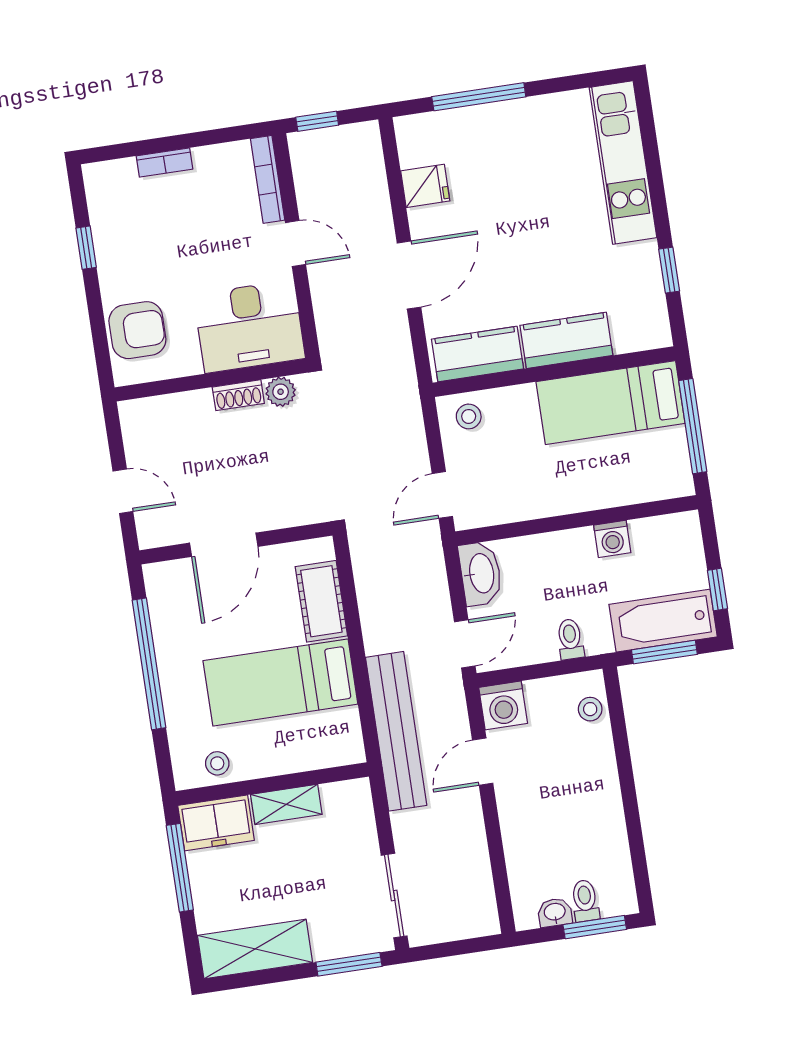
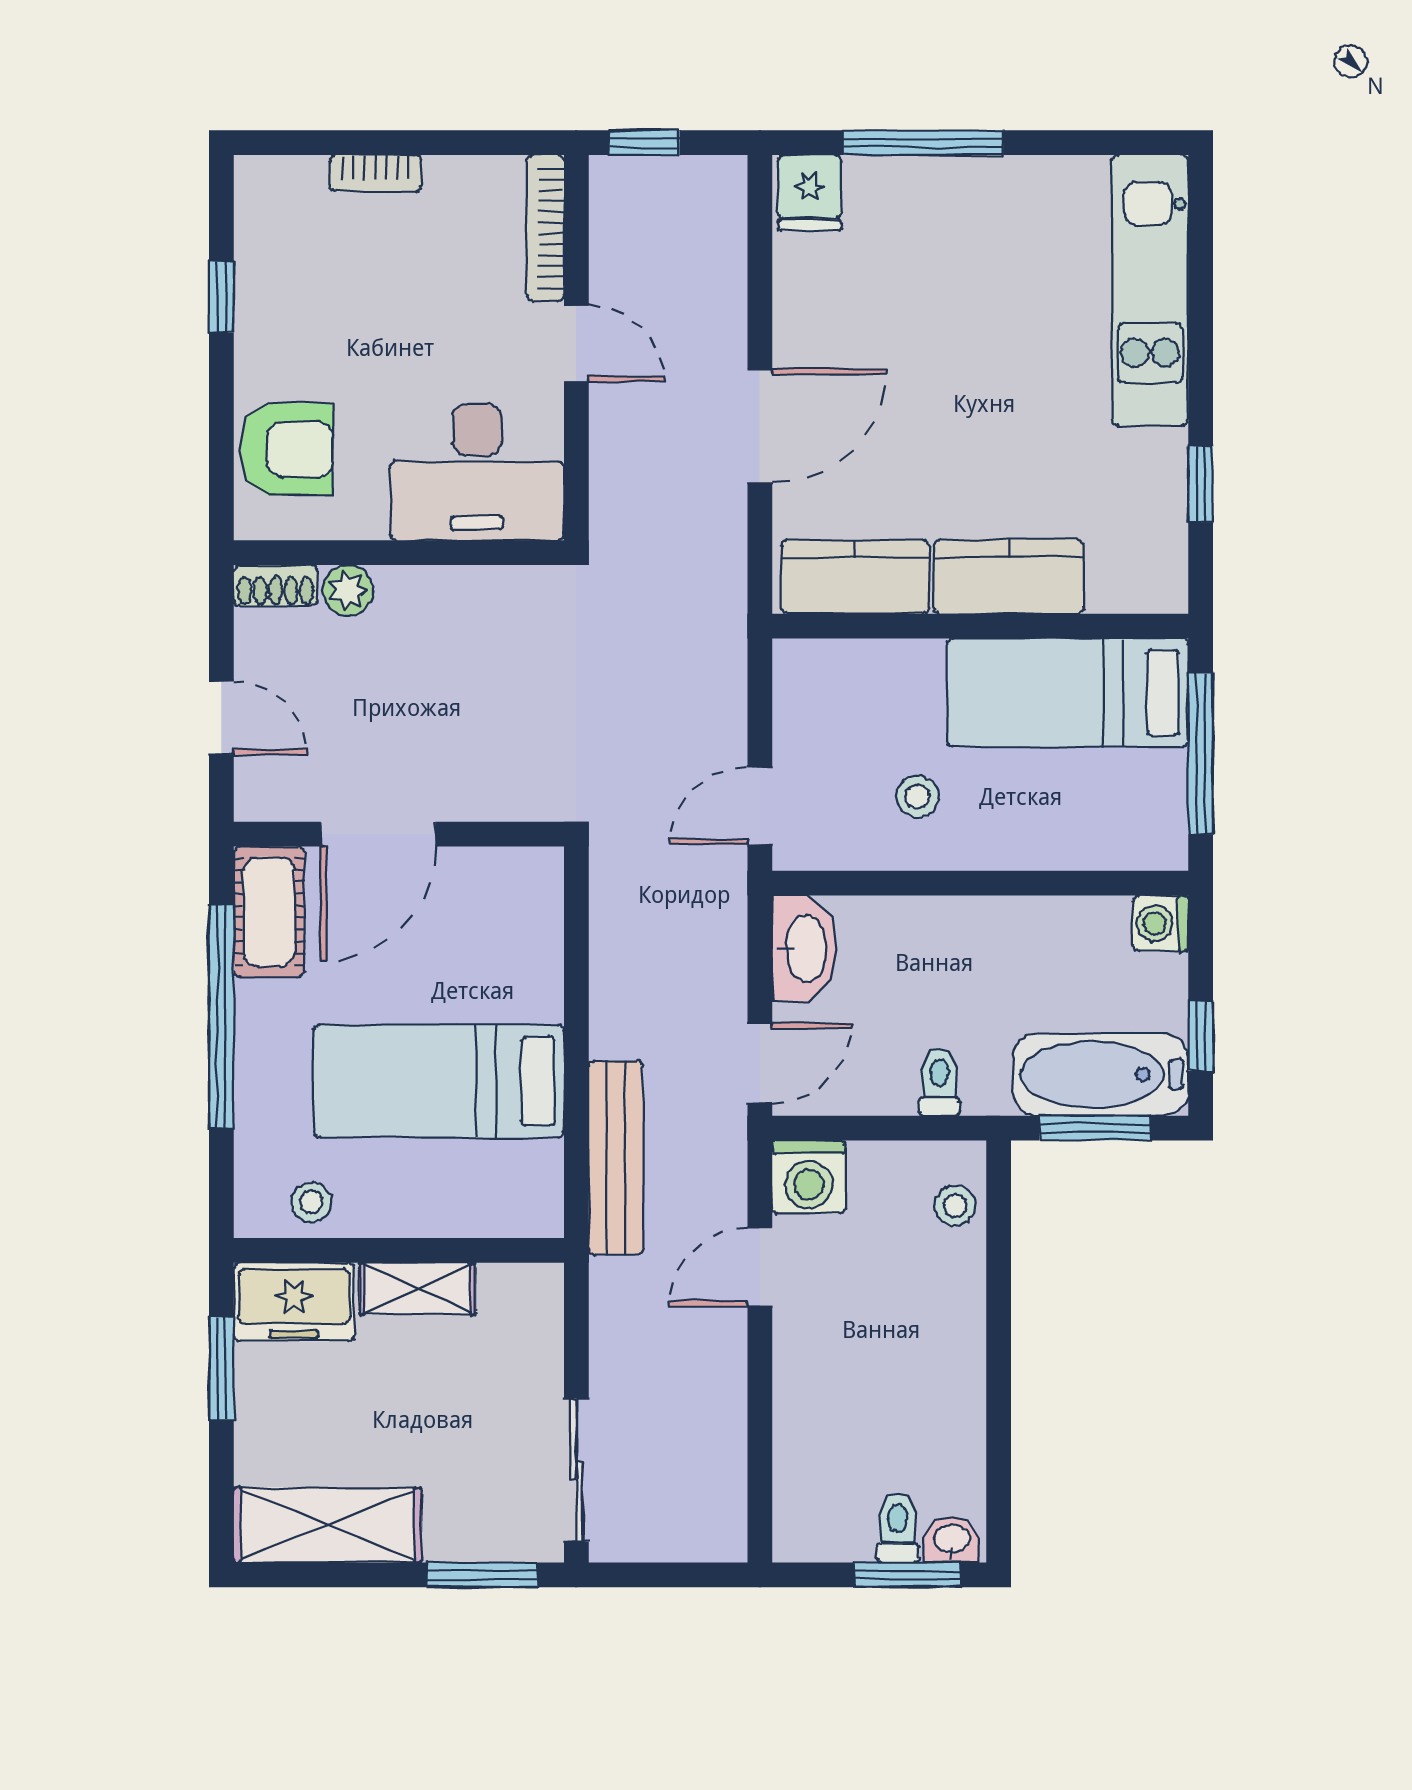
fridge: (425, 186) -> (810, 193), moved, turned 90
plant: (281, 392) -> (348, 590), moved
shoe rack: (238, 395) -> (276, 585), moved
stool: (469, 416) -> (918, 796), moved
washing machine: (612, 539) -> (1160, 923), moved, turned 90
cot: (321, 601) -> (269, 912), moved
bench: (396, 731) -> (616, 1158), width x0.73, depth x0.82
window: (180, 868) -> (221, 1369), width x0.69
washbasin: (555, 912) -> (952, 1540), moved

